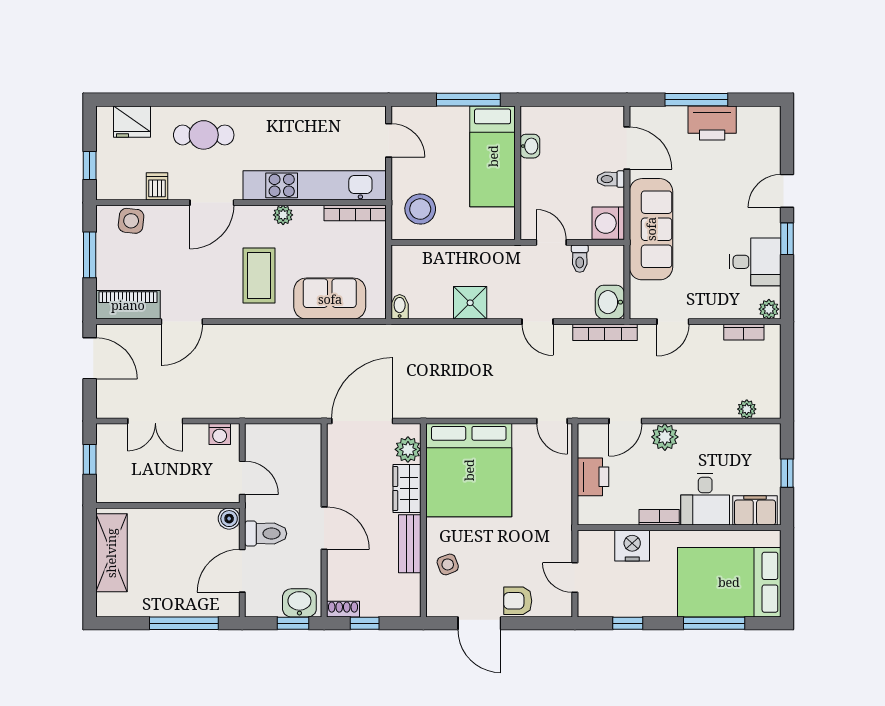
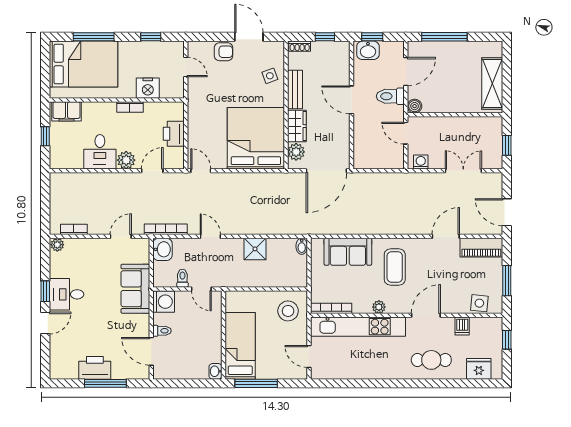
washbasin: (530, 146) -> (215, 371), moved
sofa: (651, 229) -> (135, 289), width x0.73
desk: (755, 262) -> (67, 294), moved
plant: (747, 409) -> (72, 179), removed
desk: (705, 499) -> (100, 152), moved, turned 180
shoe rack: (343, 609) -> (300, 46), moved

